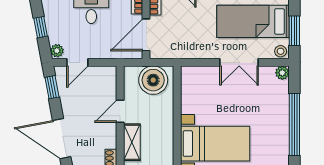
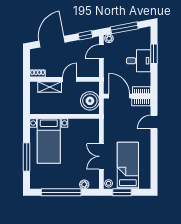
window: (41, 27) -> (124, 28), width x2.17
door: (77, 62) -> (101, 52), hinge flipped
plant: (282, 73) -> (84, 184), moved
door: (120, 111) -> (70, 79), hinge flipped

